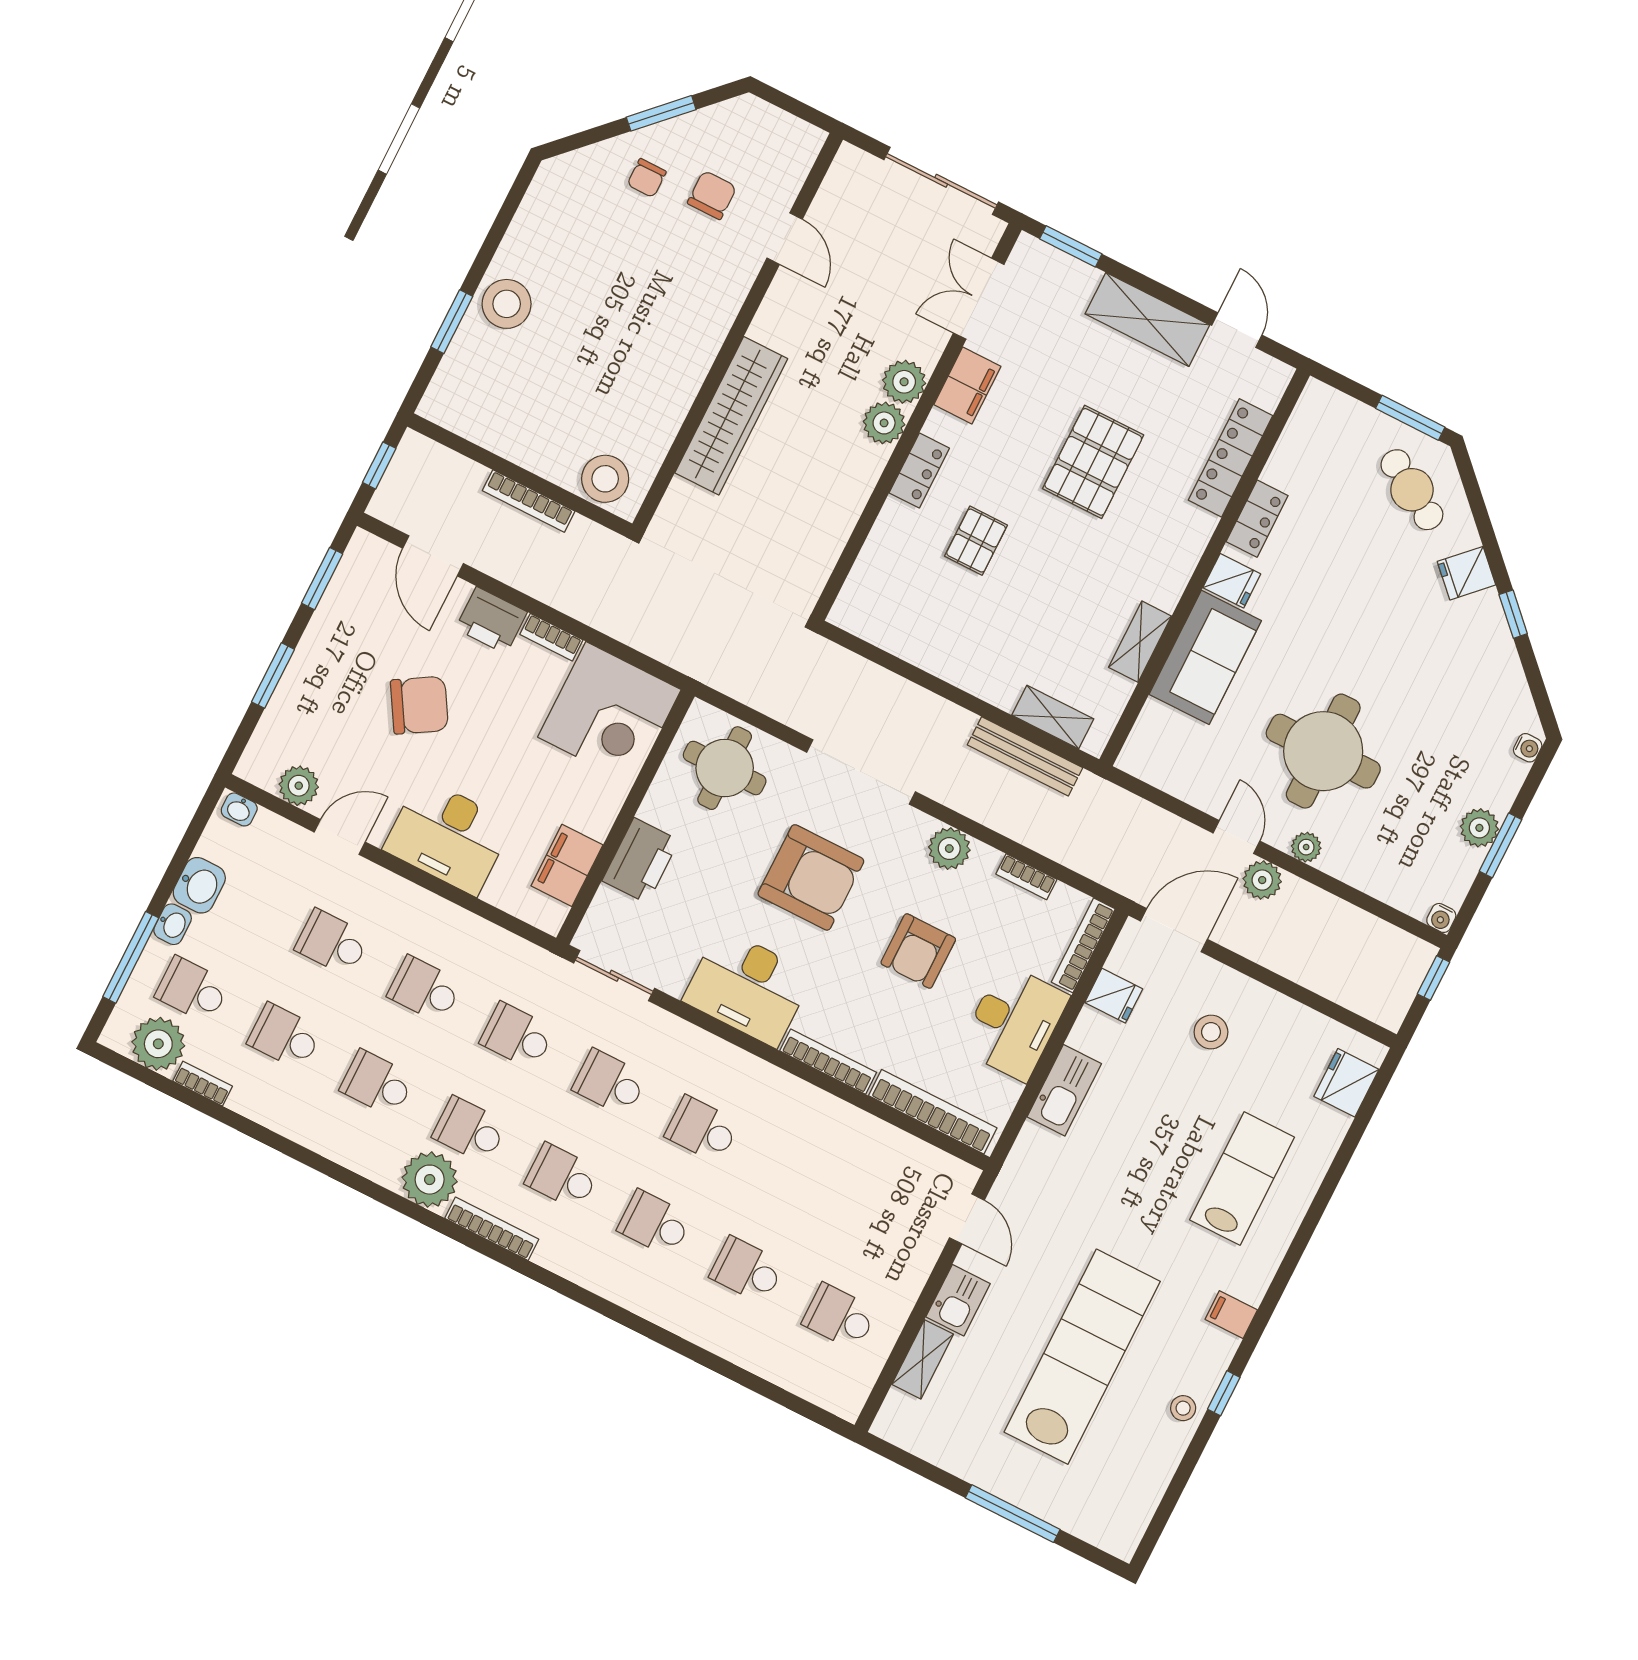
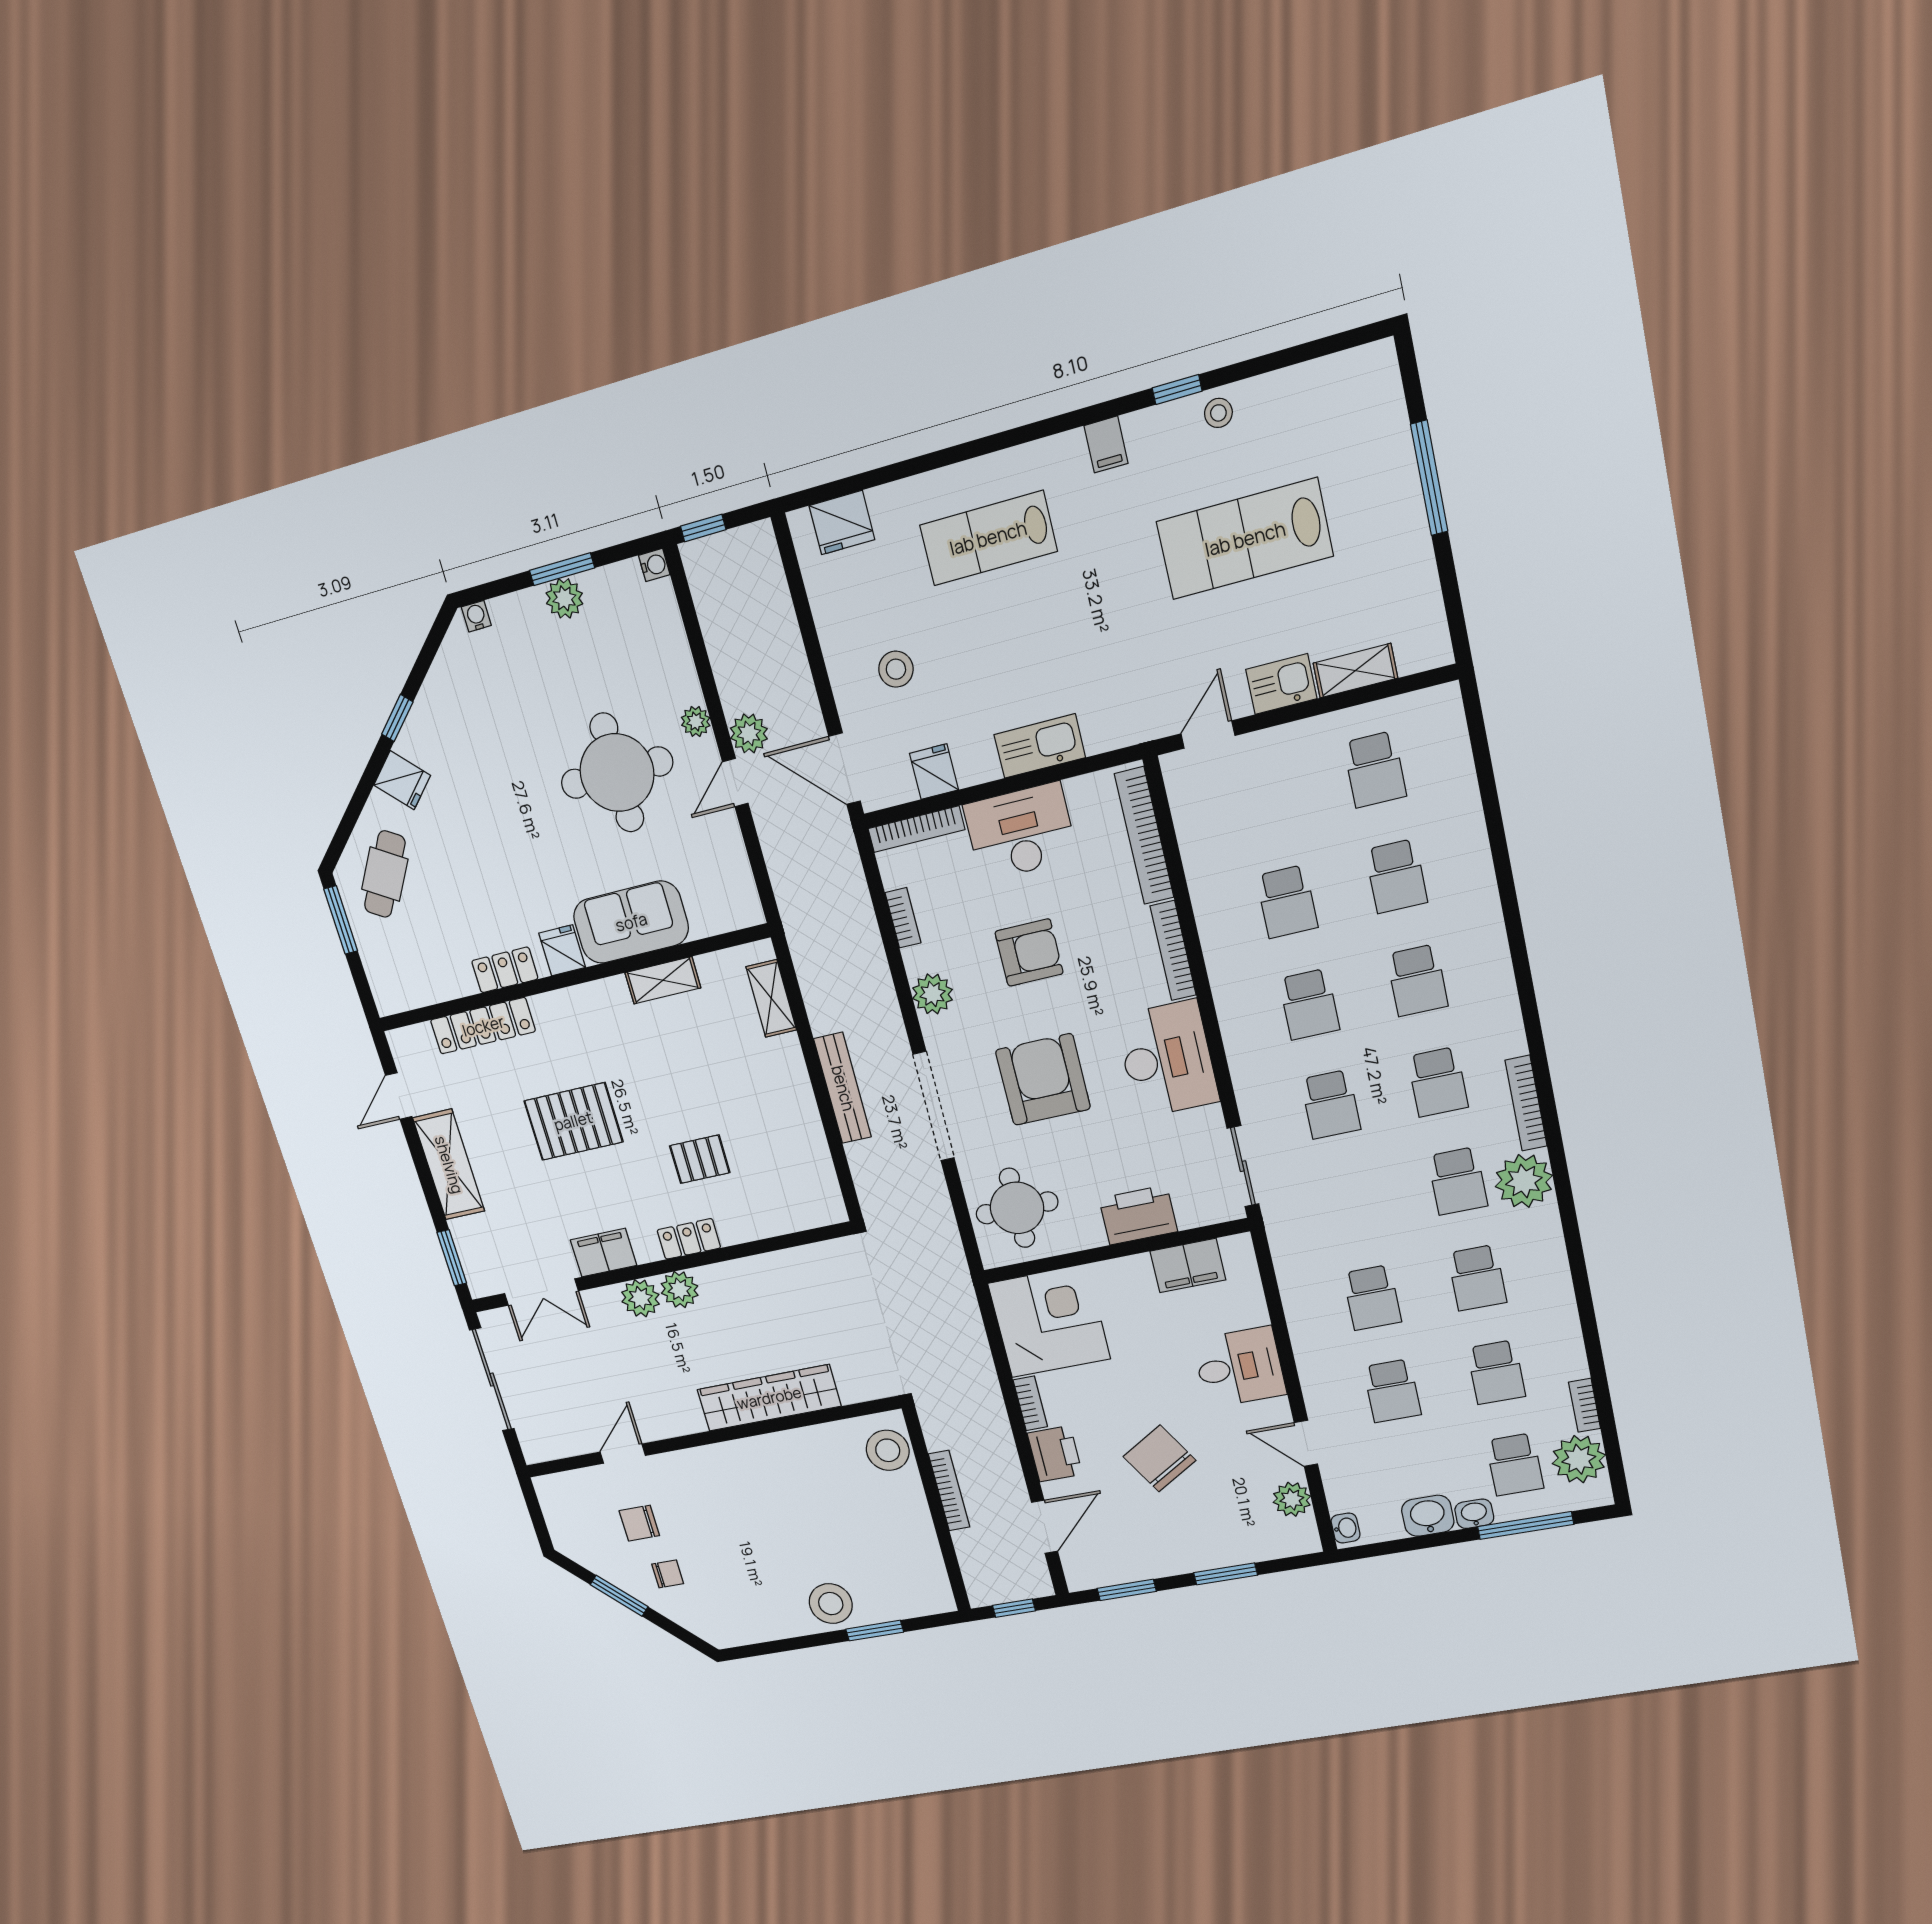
bench: (1025, 756) -> (843, 1088), moved
desk: (448, 836) -> (1239, 1367), width x0.73
school desk: (517, 1036) -> (1287, 902), moved
lab bench: (1082, 1357) -> (1245, 539), width x0.73

